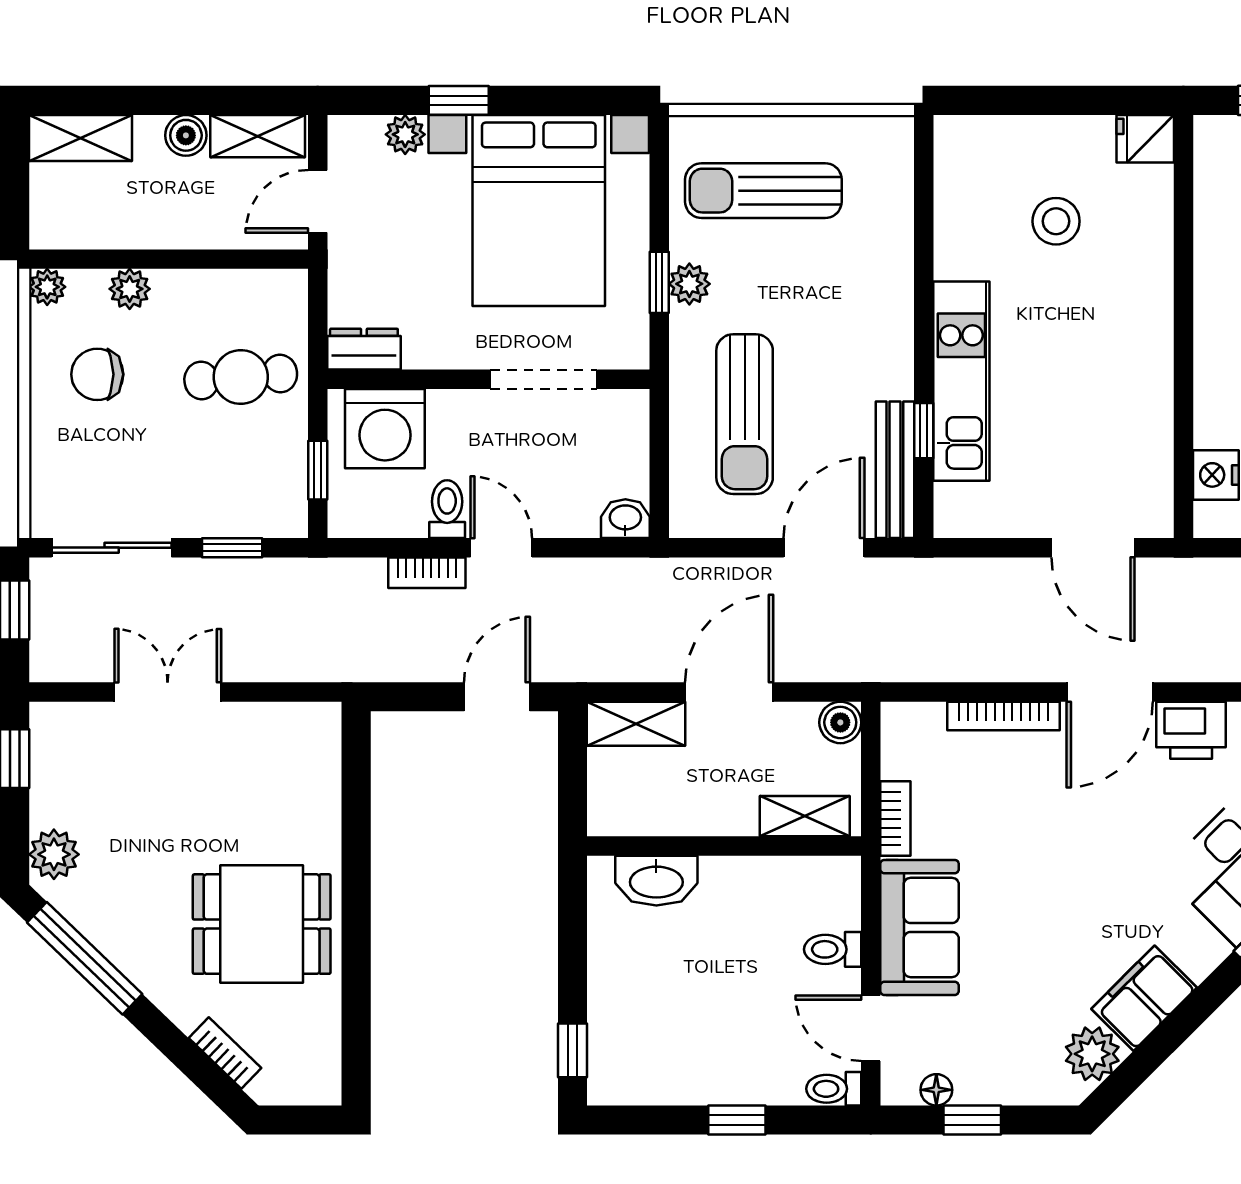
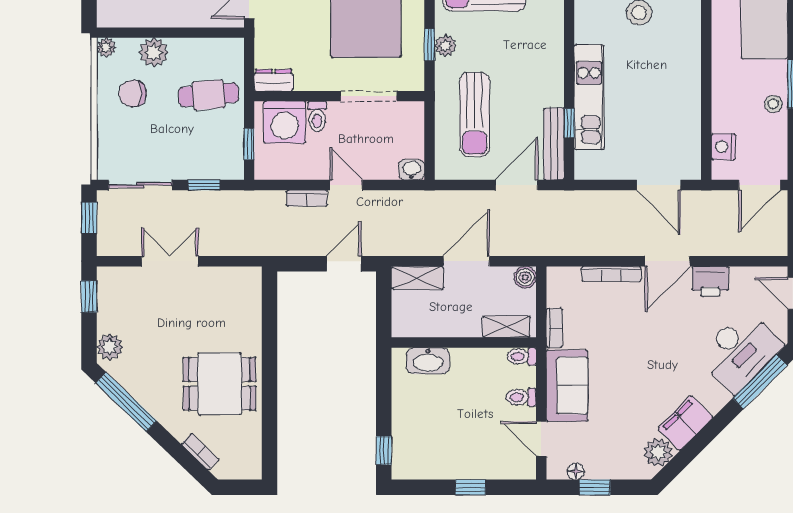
plant: (130, 289) -> (154, 52), width x1.38, depth x1.38
toilet: (447, 509) -> (317, 117), moved, turned 180
toilet: (834, 1089) -> (522, 356), moved

